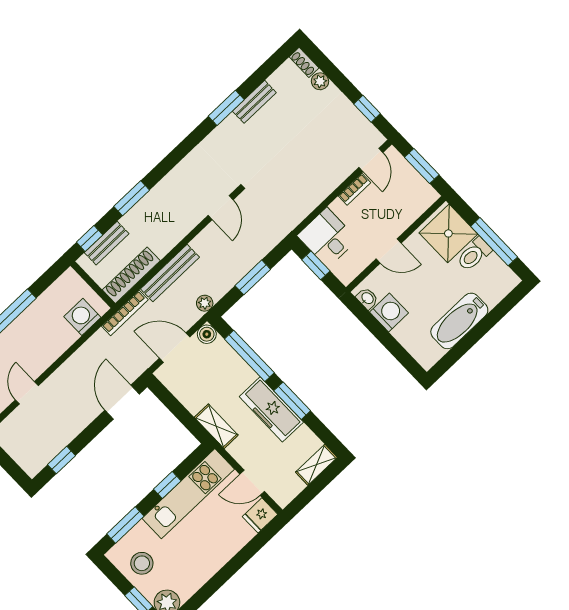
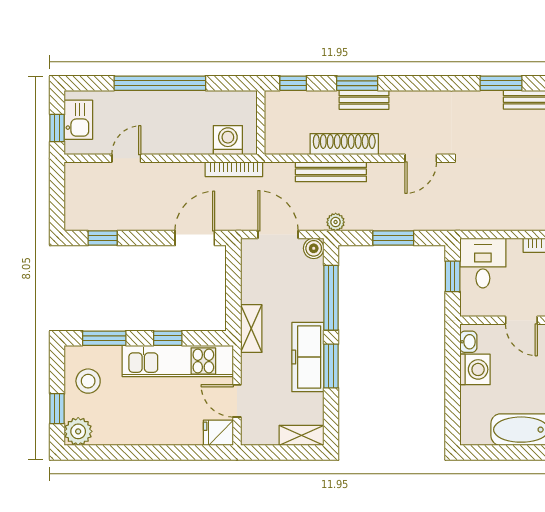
bench: (107, 243) -> (364, 100), moved
shoe rack: (131, 275) -> (344, 144), moved
bookcase: (125, 313) -> (234, 169), moved

